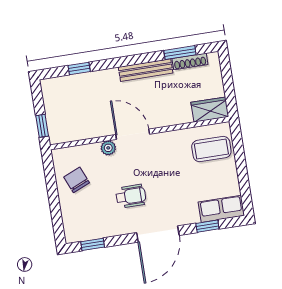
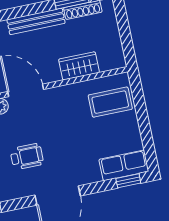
wardrobe: (210, 110) -> (79, 66), moved
window: (207, 226) -> (128, 181), moved

